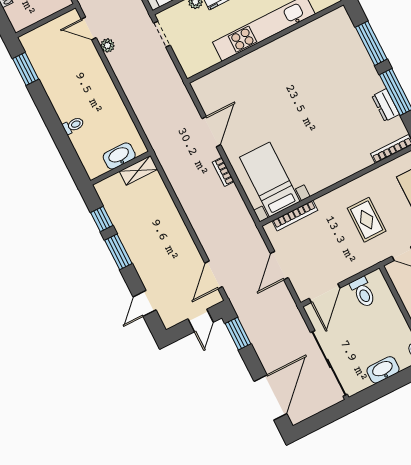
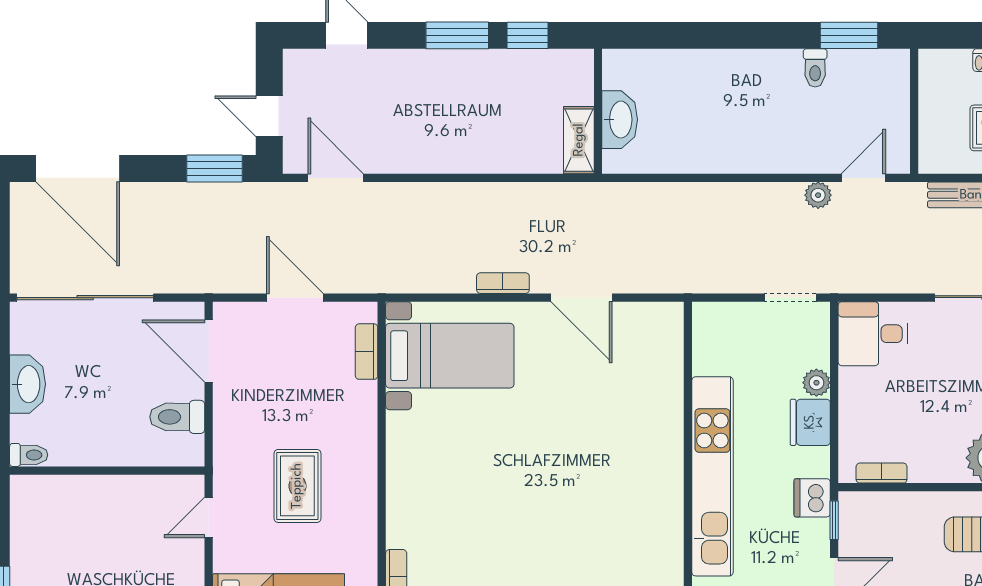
toilet: (73, 125) -> (815, 68), moved
bookcase: (295, 216) -> (367, 352), width x0.64
rug: (367, 220) -> (297, 486), turned 90

